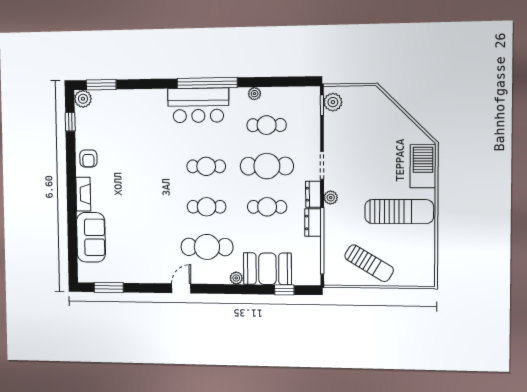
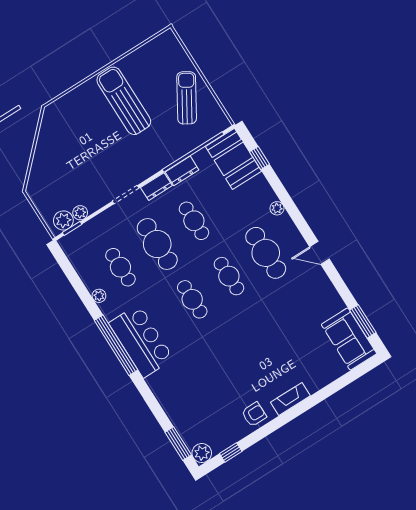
barbecue: (423, 166) -> (71, 105), removed
plant: (331, 198) -> (80, 213), moved
sofa: (91, 237) -> (349, 339), moved, turned -90
booth: (267, 269) -> (233, 159), moved

